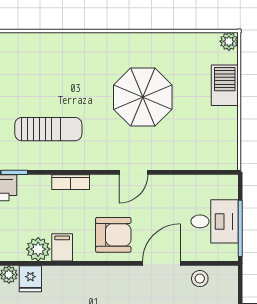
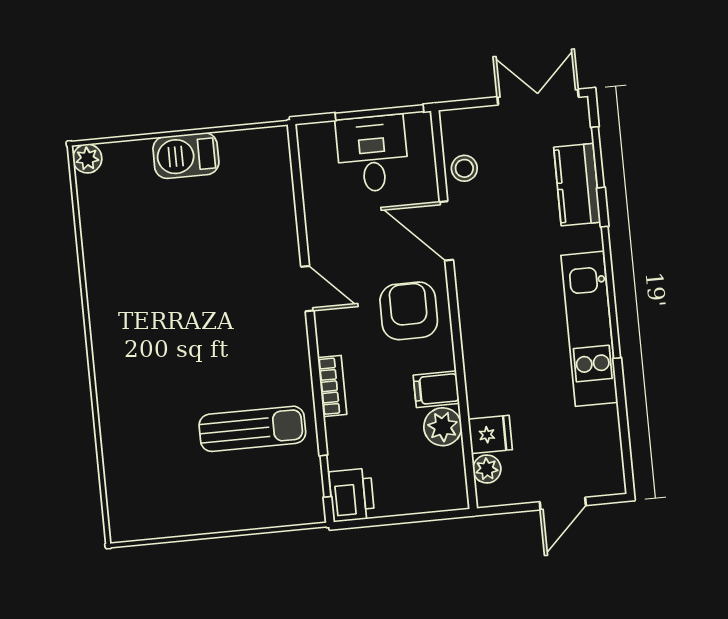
barbecue: (225, 85) -> (186, 156), moved
parasol: (143, 97) -> (188, 285), removed
sun lounger: (48, 129) -> (252, 429), turned 90

